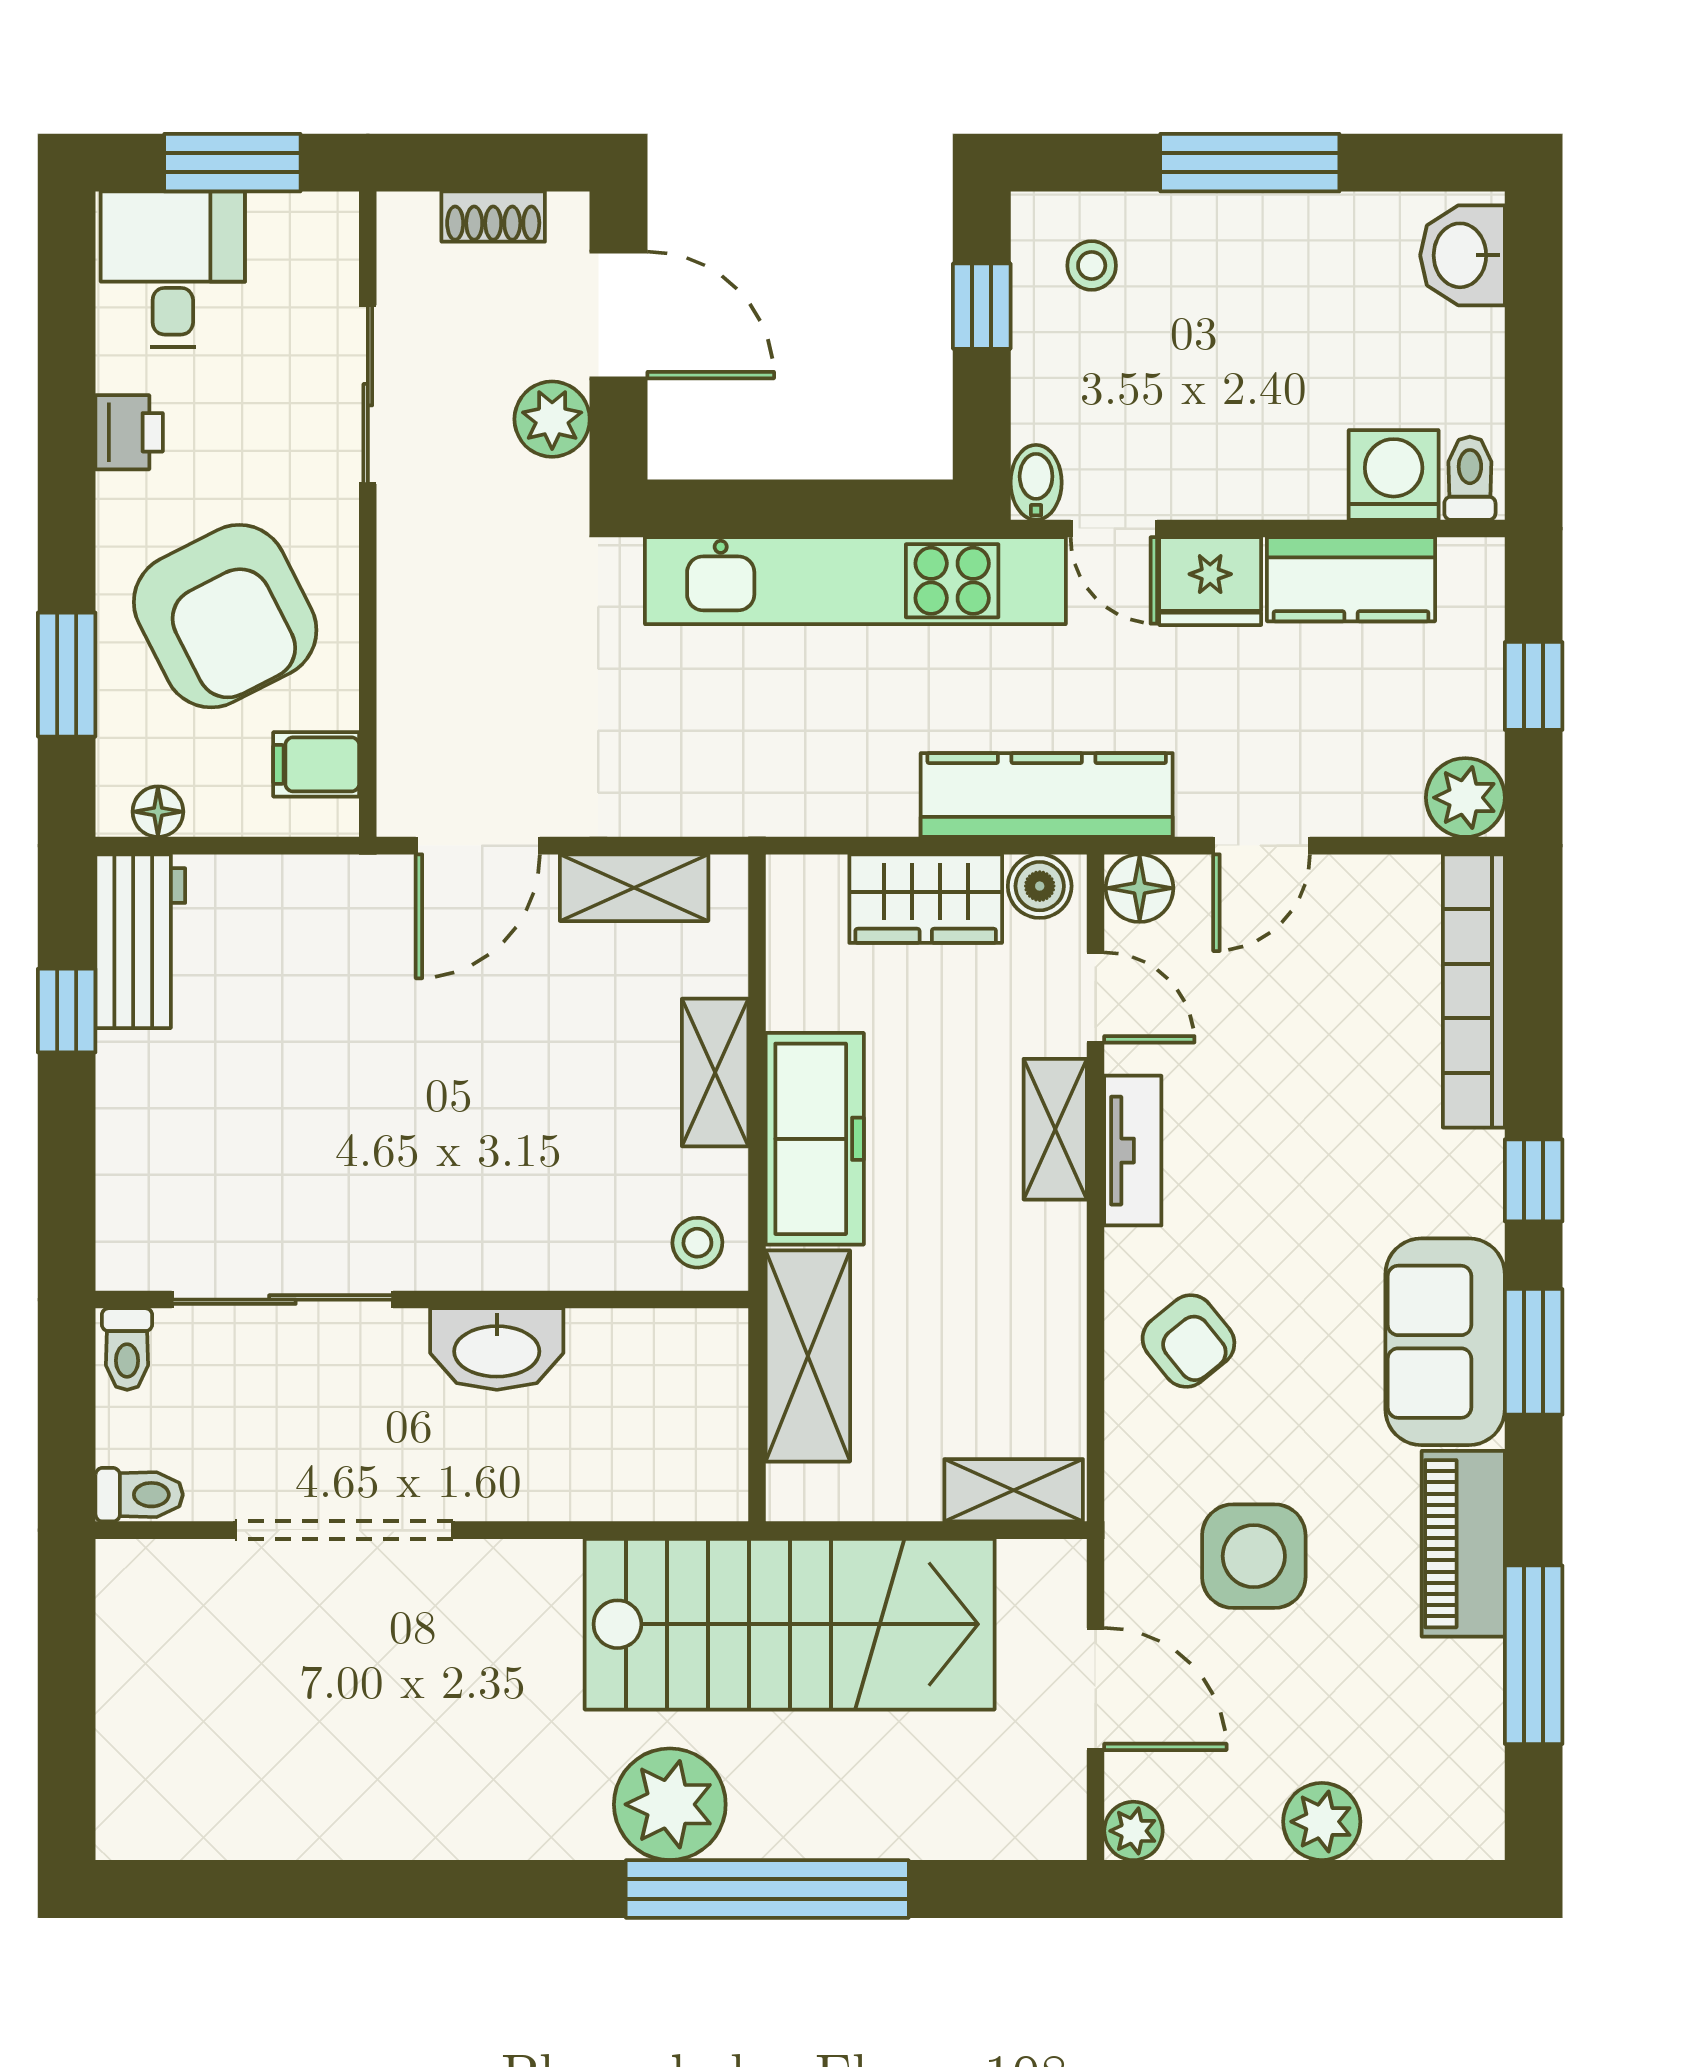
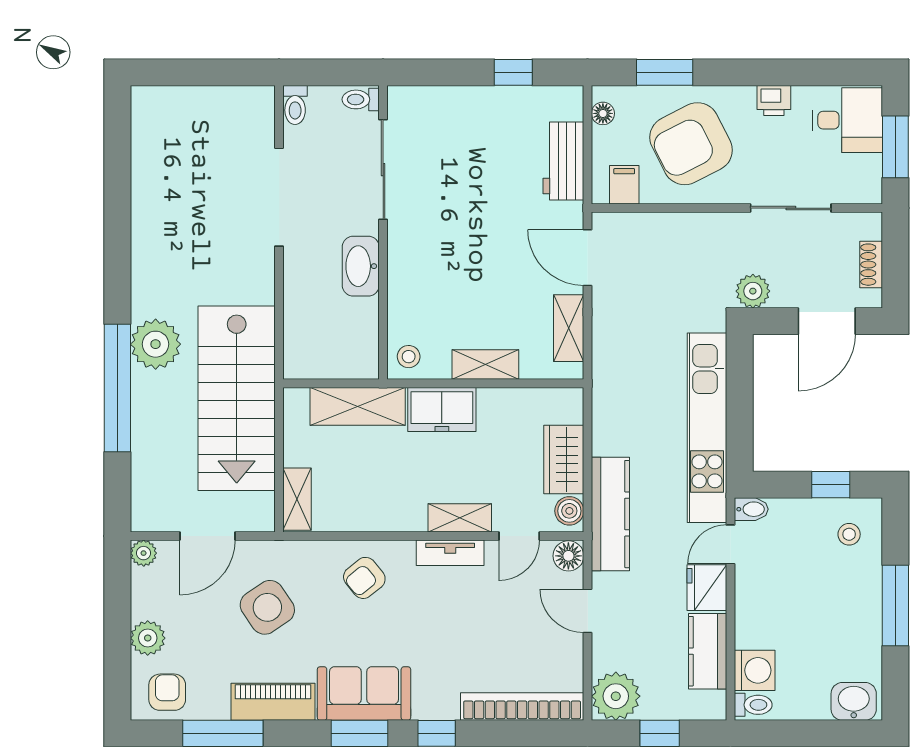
plant: (552, 419) -> (753, 291), moved
plant: (1465, 798) -> (616, 696), width x1.36, depth x1.36
workbench: (140, 941) -> (563, 161), moved, turned 90
freezer: (815, 1139) -> (442, 409), width x0.71
side table: (1254, 1556) -> (267, 607), turned -34
armchair: (1442, 1778) -> (167, 692), added

